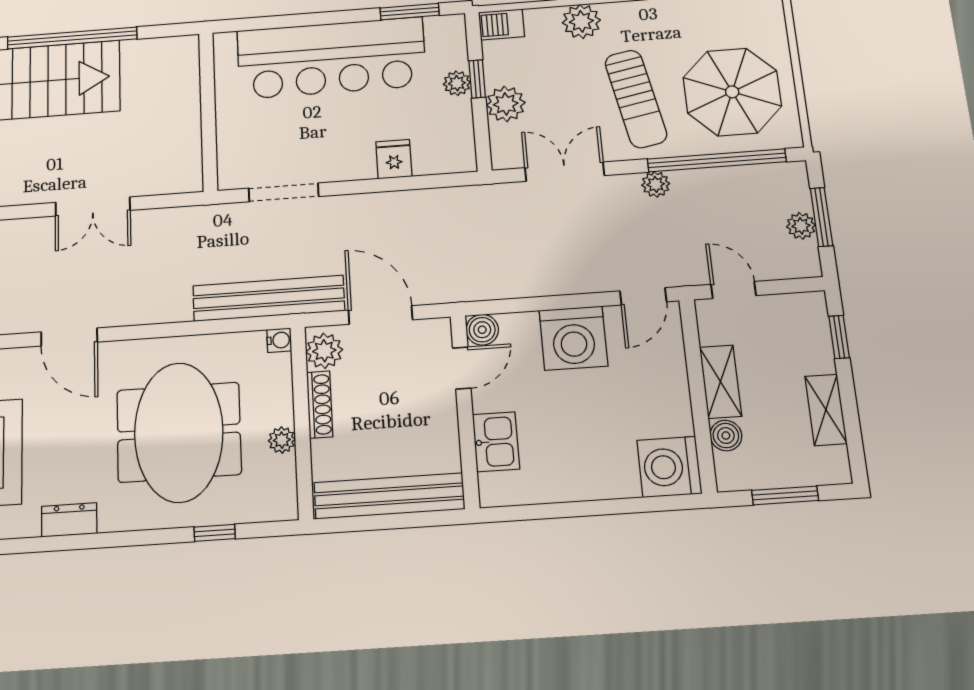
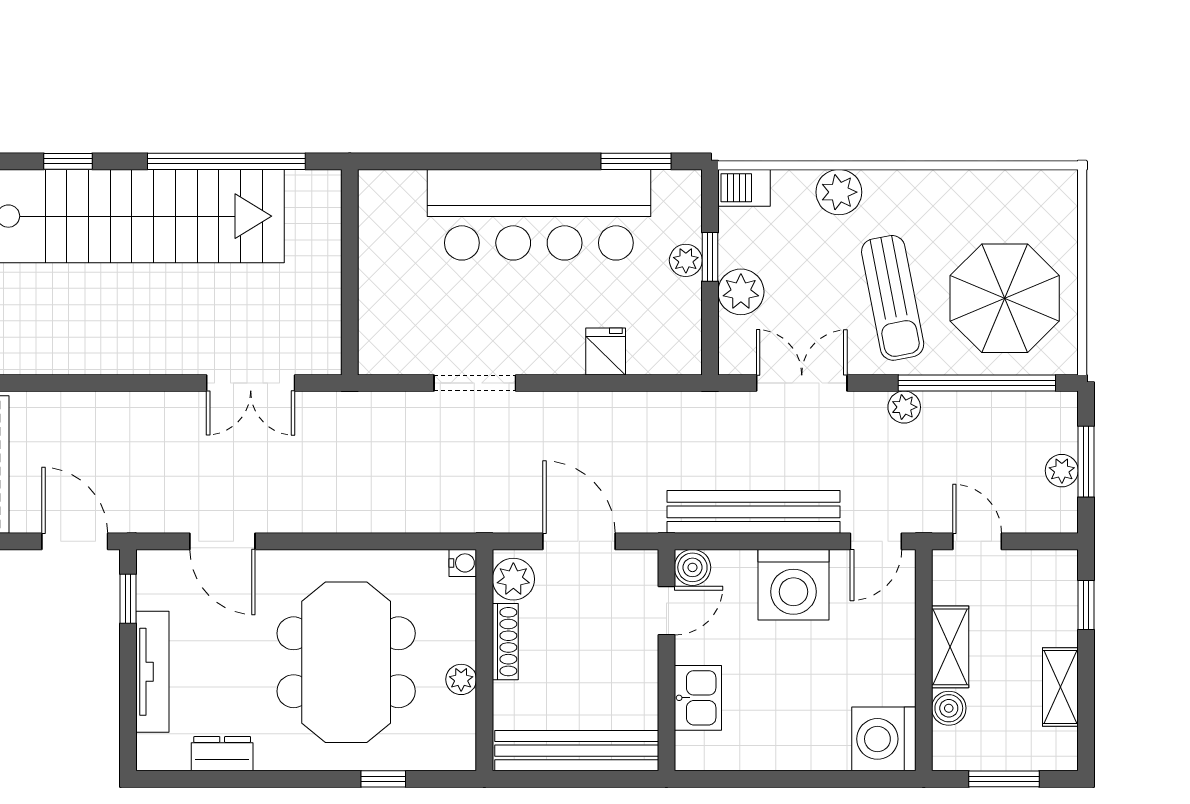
wall: (208, 111) -> (350, 272), moved
bench: (269, 298) -> (754, 512), moved

